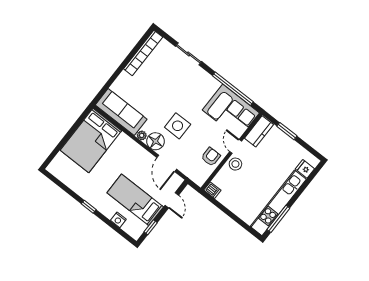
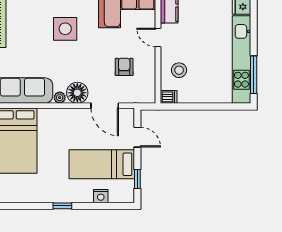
side table: (178, 126) -> (65, 29), moved
armchair: (211, 157) -> (124, 67), moved
stool: (235, 164) -> (179, 70), moved

